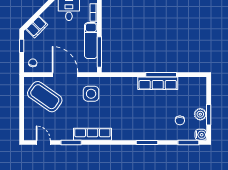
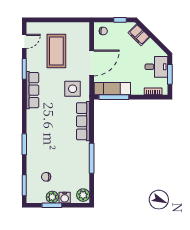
exam couch: (91, 41) -> (112, 89), moved
row of seats: (158, 83) -> (83, 121), moved
plant: (198, 83) -> (83, 195), added
coffee table: (45, 97) -> (56, 51), moved, turned -35
water cooler: (201, 135) -> (65, 198), moved

